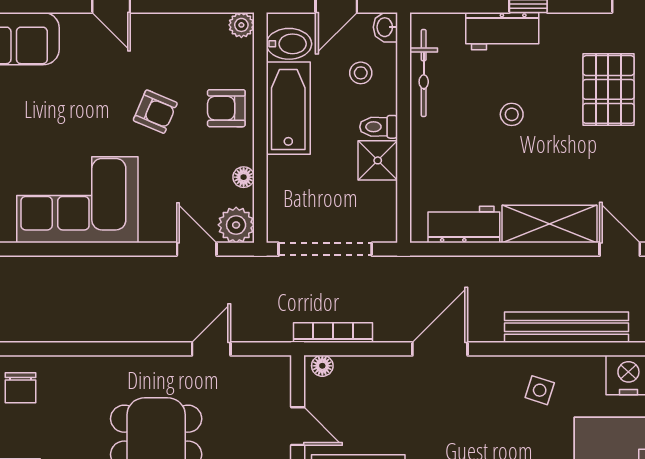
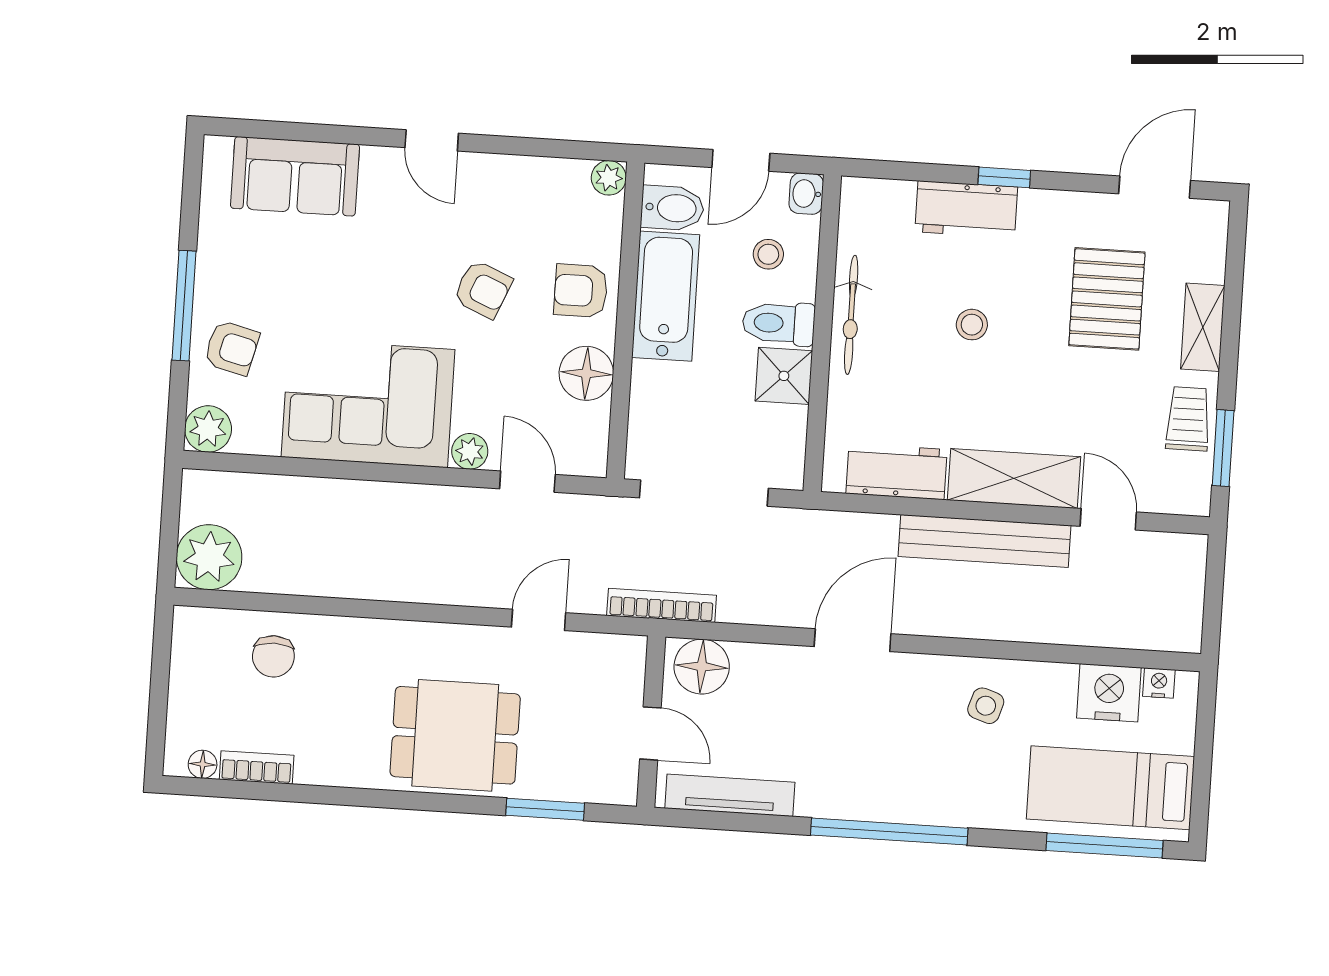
bicycle: (424, 73) -> (851, 315), moved
toilet: (379, 127) -> (779, 323), width x1.37, depth x1.39
floor lamp: (244, 177) -> (586, 373), width x1.89, depth x1.89
plant: (236, 225) -> (470, 451), moved, width x0.73, depth x0.73
bench: (567, 327) -> (984, 541), moved
bookcase: (333, 333) -> (662, 605), moved
floor lamp: (322, 366) -> (702, 667), width x1.89, depth x1.89

